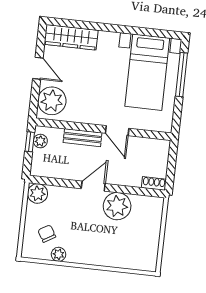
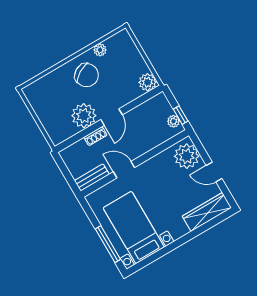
bench: (83, 138) -> (92, 177), moved
shoe rack: (154, 183) -> (96, 136), moved
chair: (47, 234) -> (87, 75), moved, width x1.87, depth x1.87

